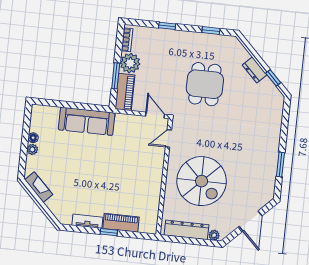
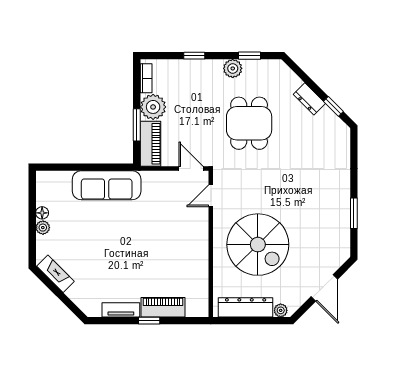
plant: (197, 39) -> (233, 68), added

